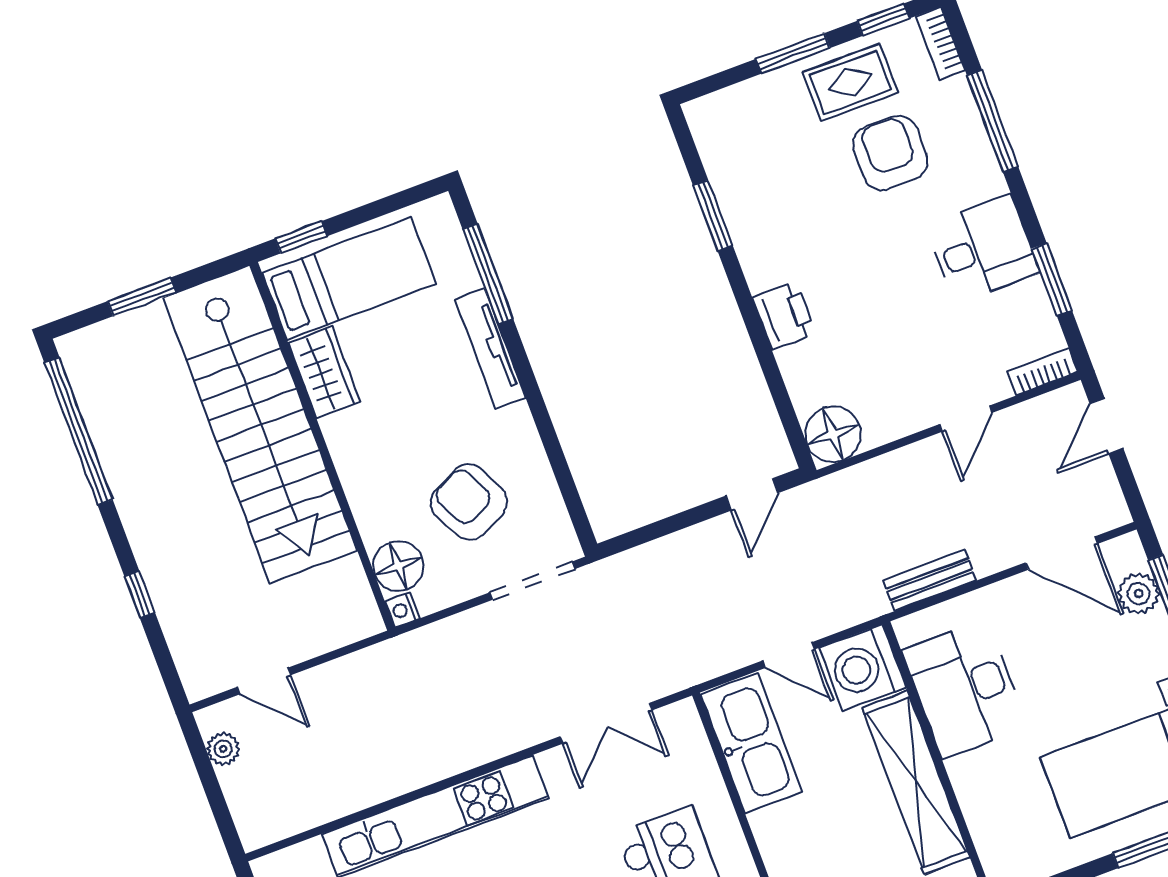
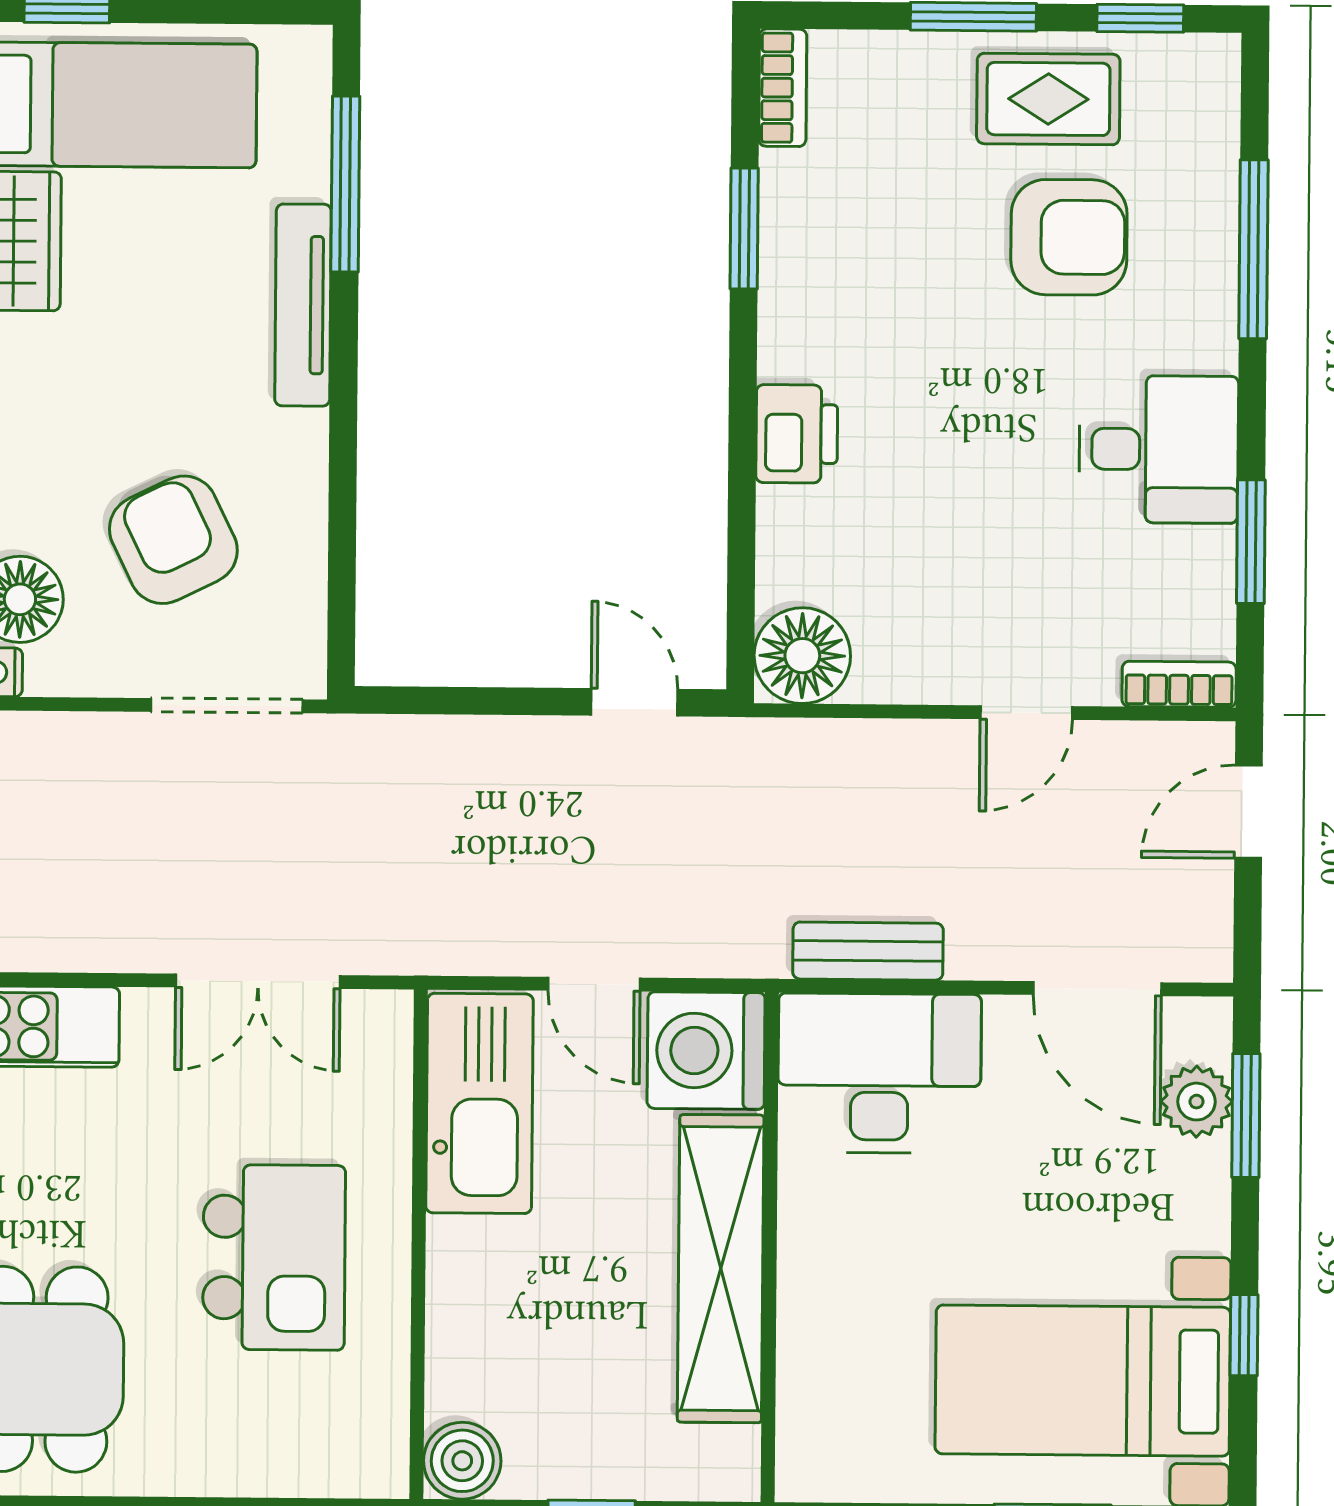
bookcase: (940, 43) -> (783, 88), moved, turned 180
armchair: (890, 153) -> (1069, 237), turned 90
door: (752, 494) -> (634, 702), swing flipped
desk: (965, 689) -> (879, 1073), moved, turned 90

